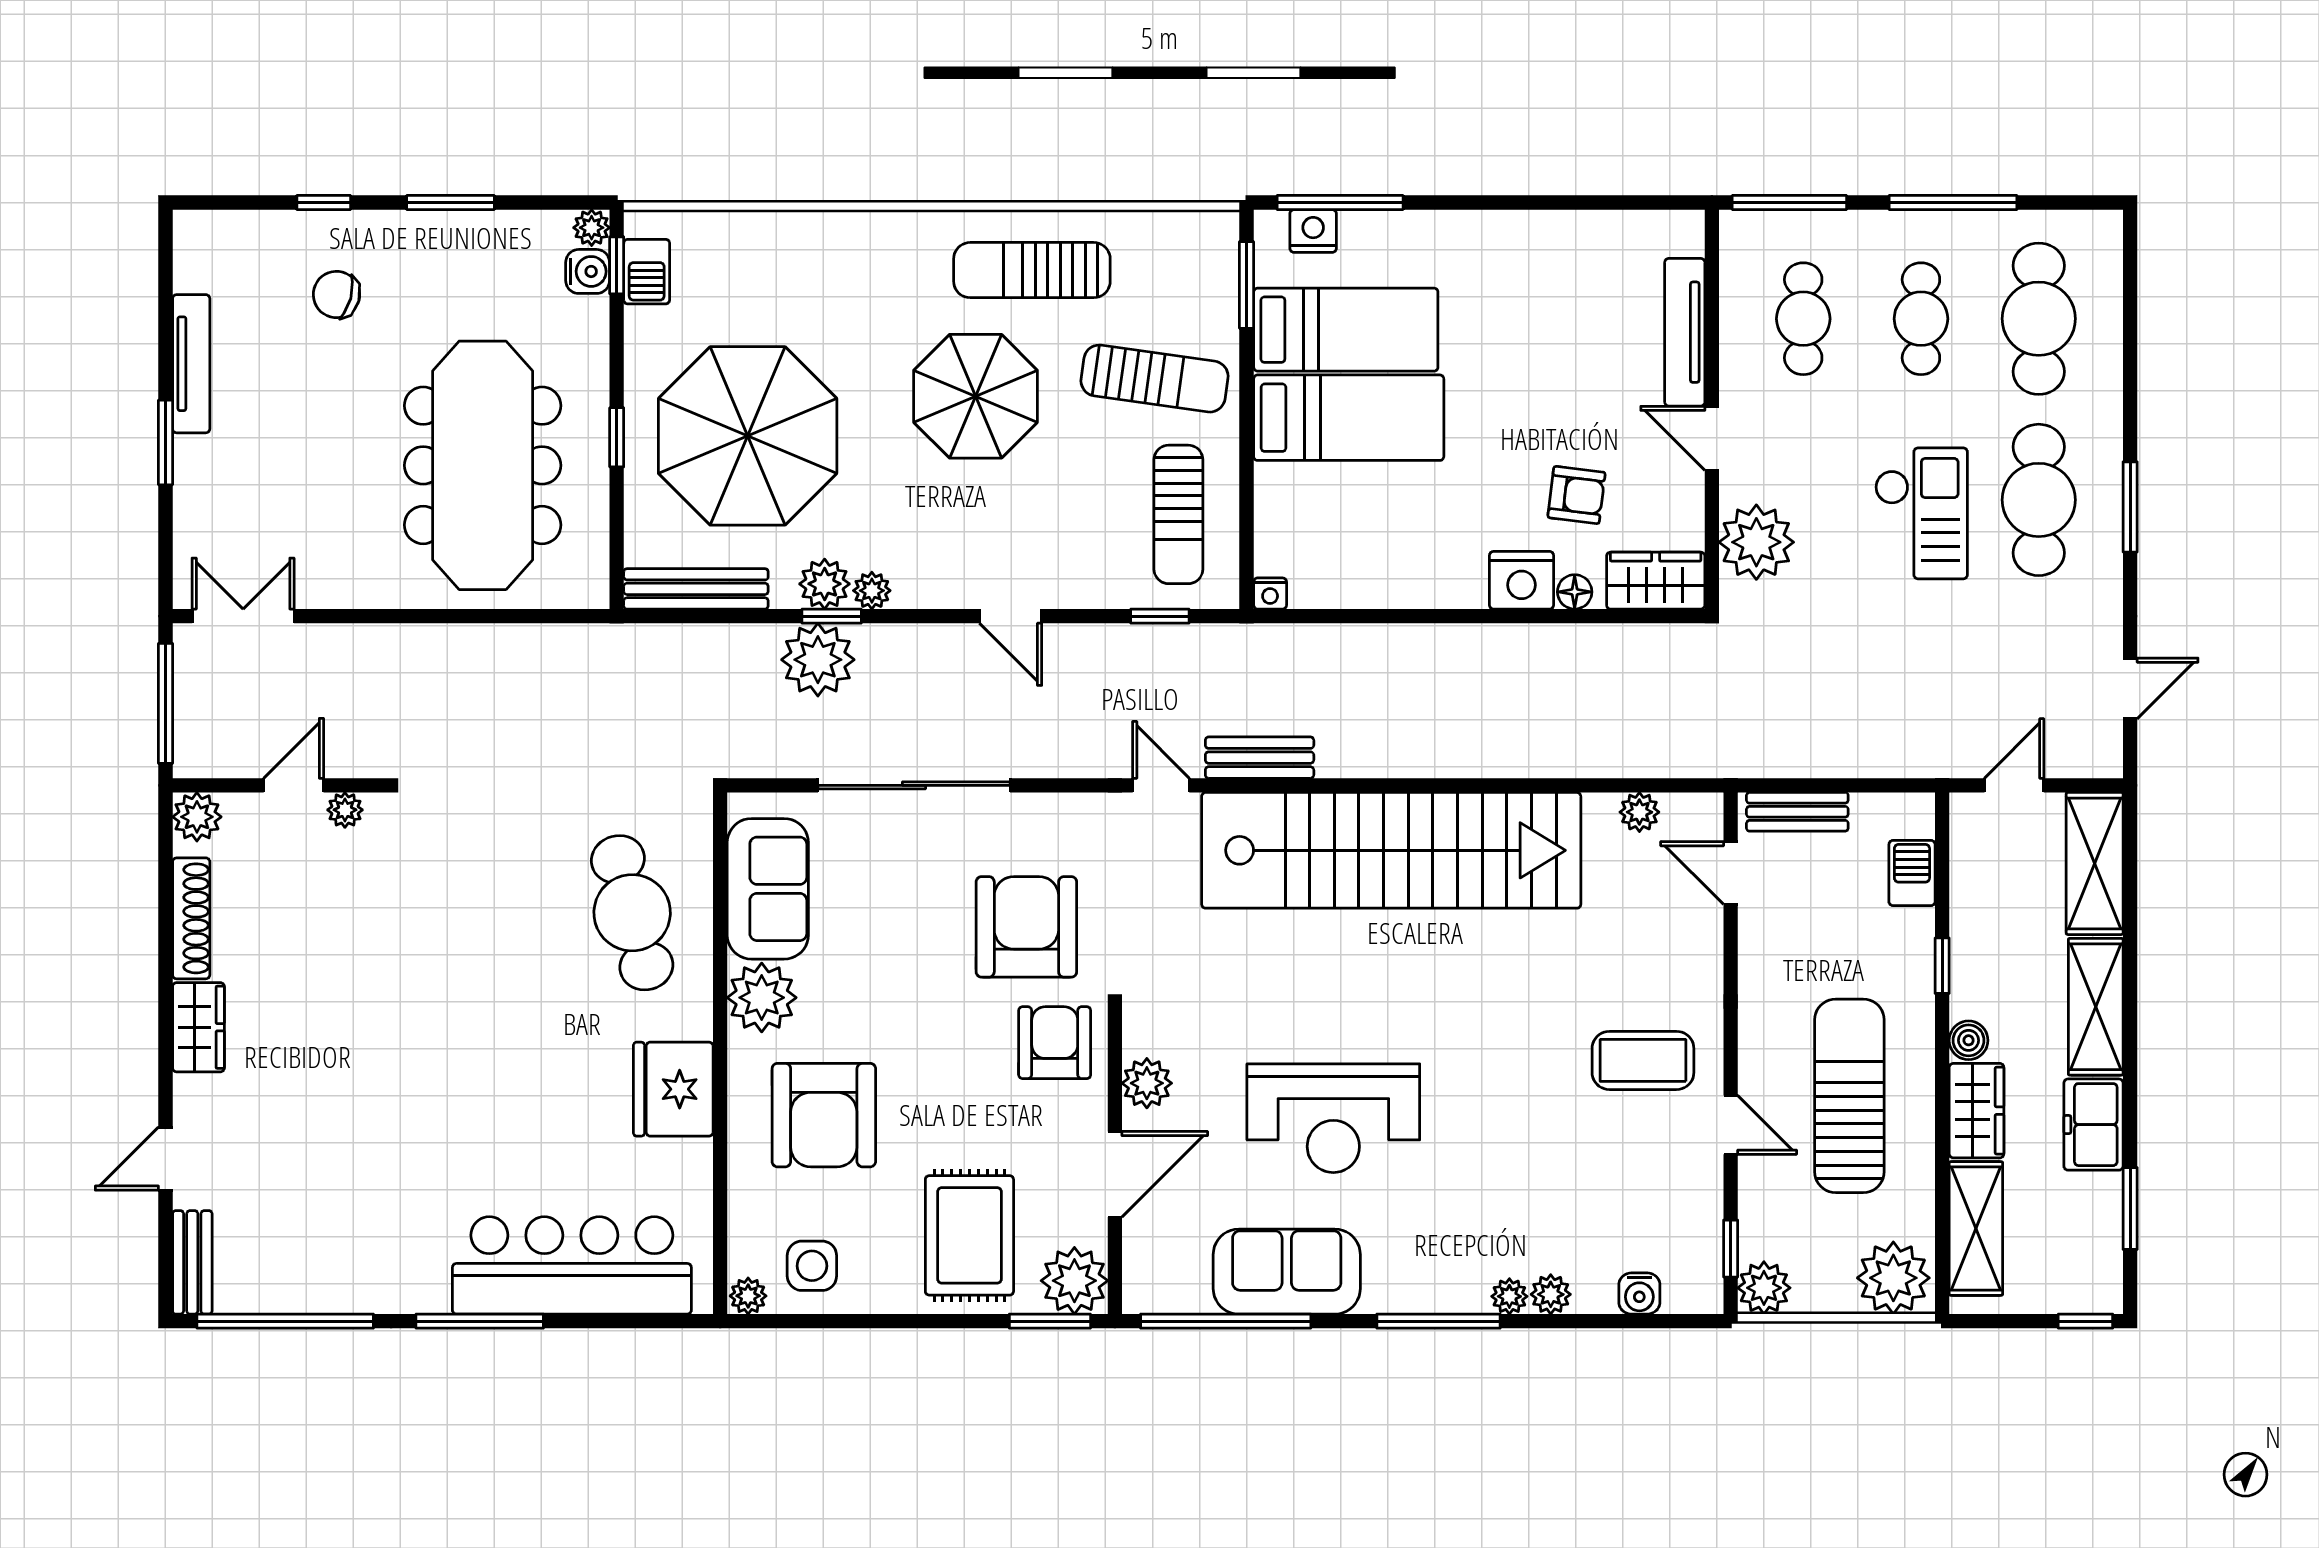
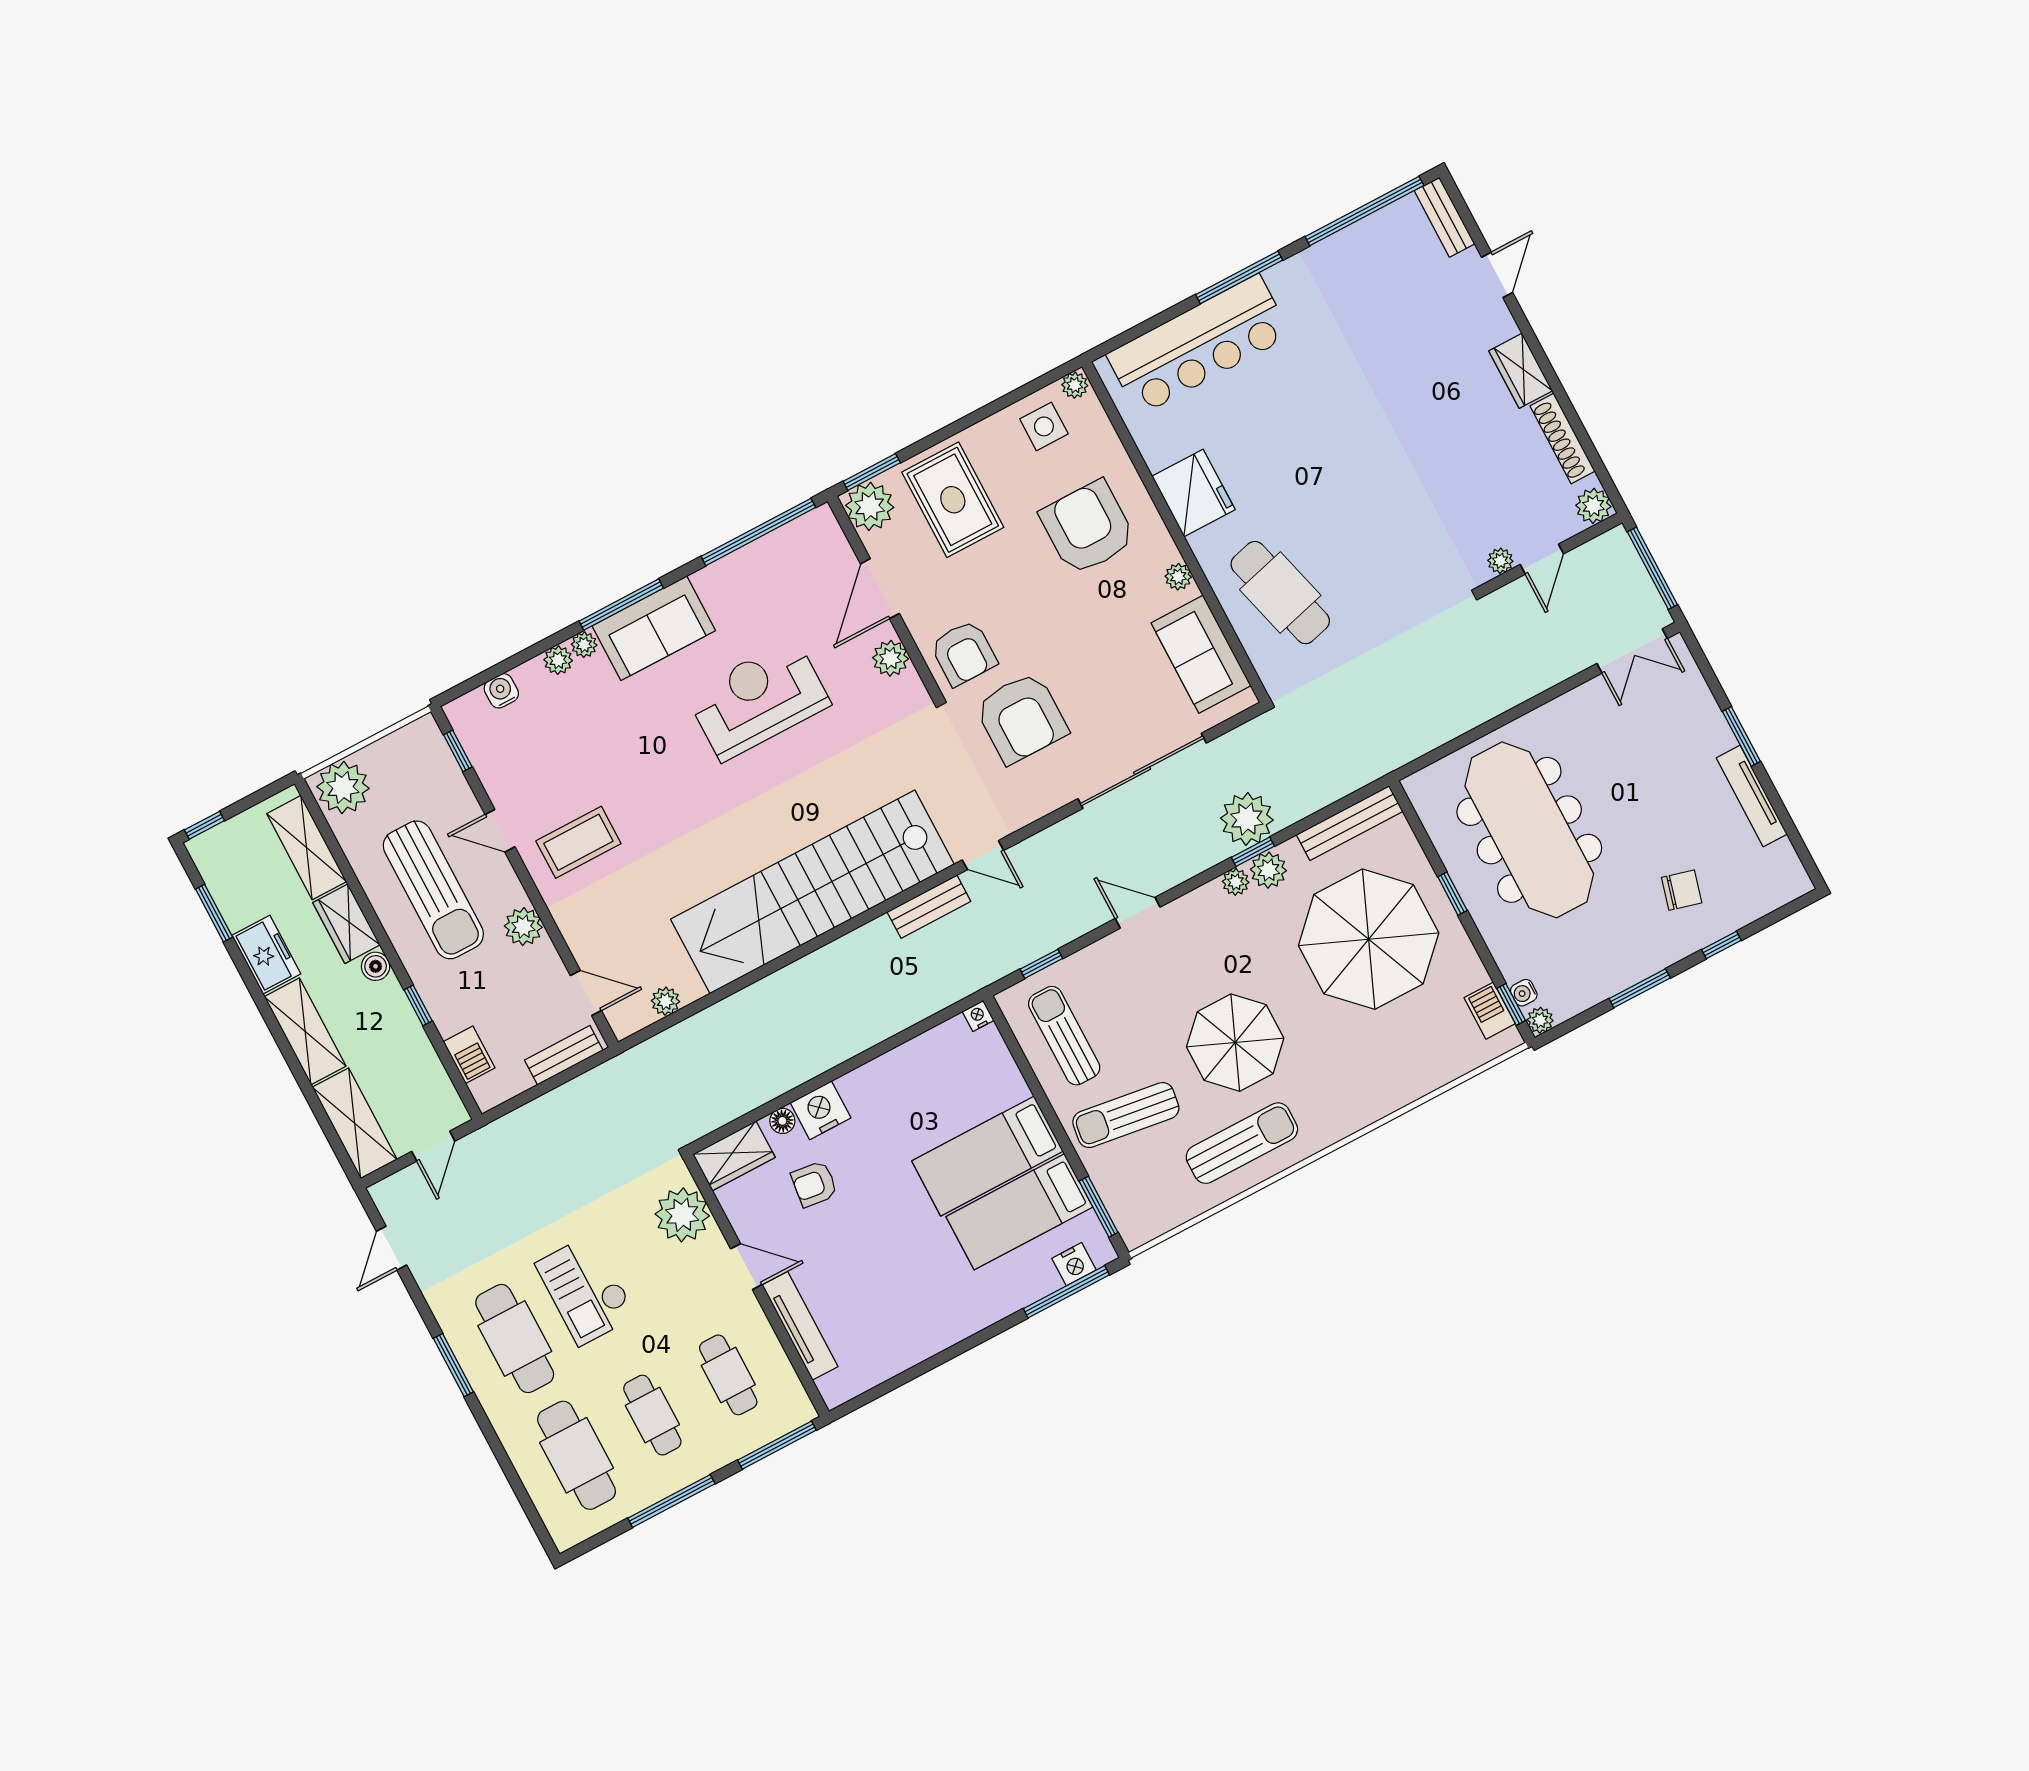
water cooler: (588, 271) -> (1524, 993), width x0.72, depth x0.72
plant: (762, 998) -> (1178, 577), width x0.53, depth x0.53
sofa: (1287, 1272) -> (654, 628), moved
plant: (1764, 1288) -> (523, 927), moved

